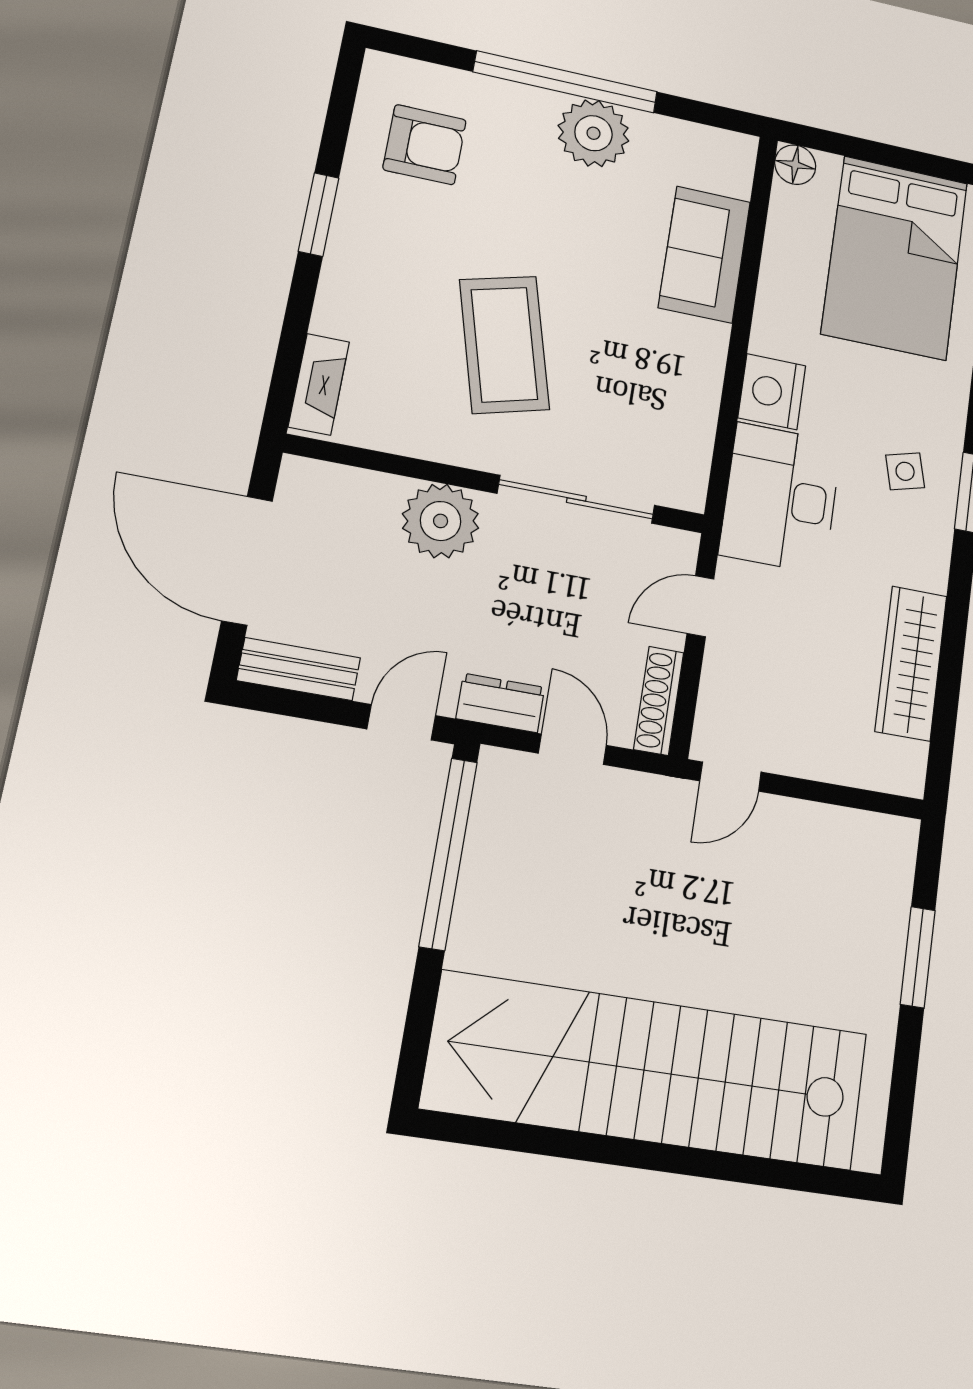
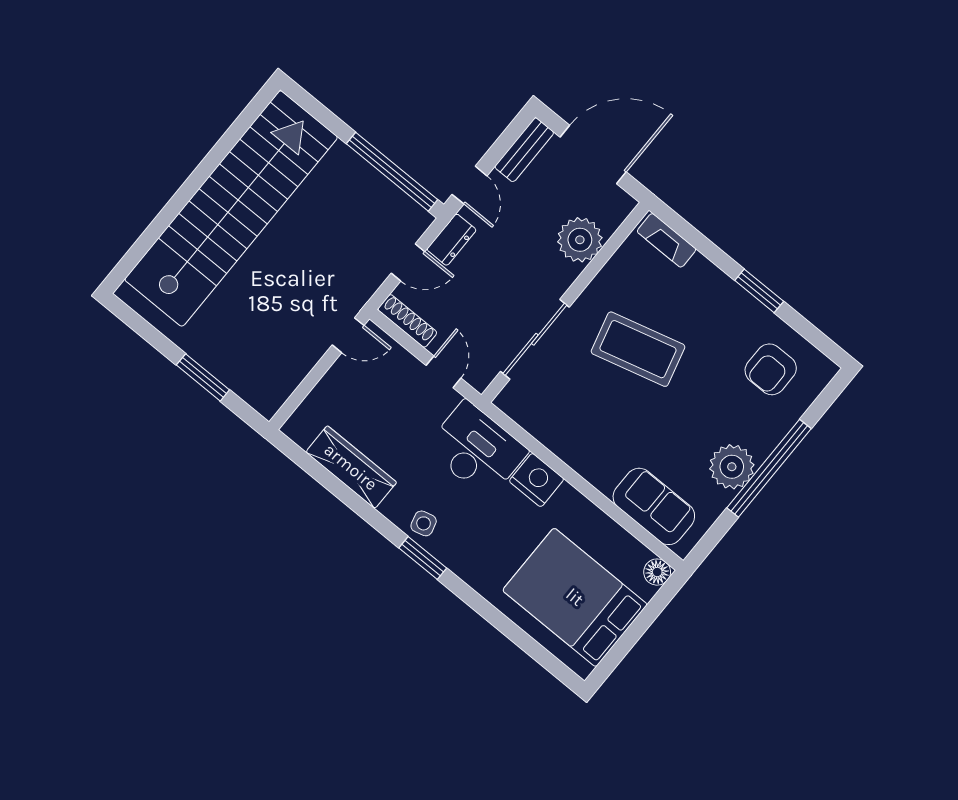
sofa: (704, 254) -> (654, 506), moved
side table: (905, 471) -> (424, 523), moved
plant: (441, 521) -> (580, 240), moved
door: (731, 777) -> (348, 335), swing flipped

